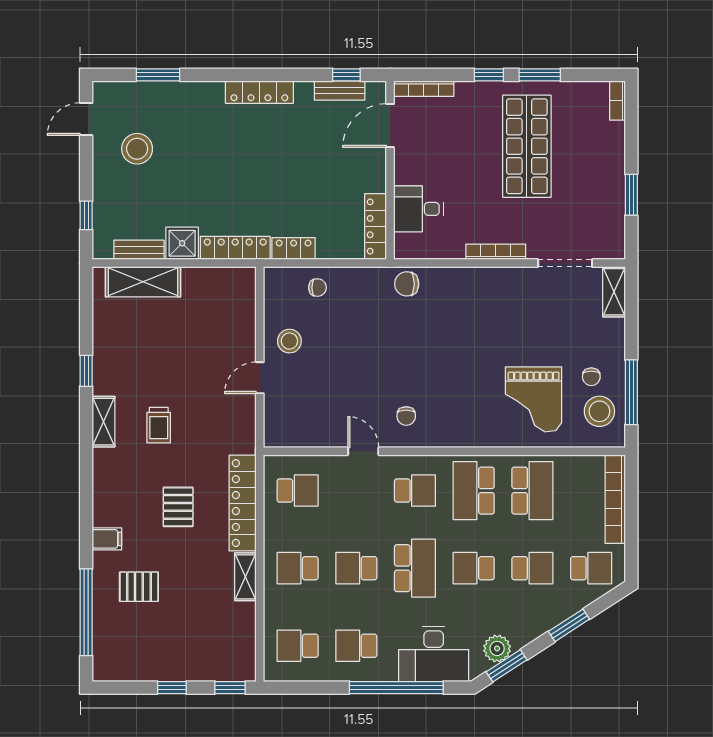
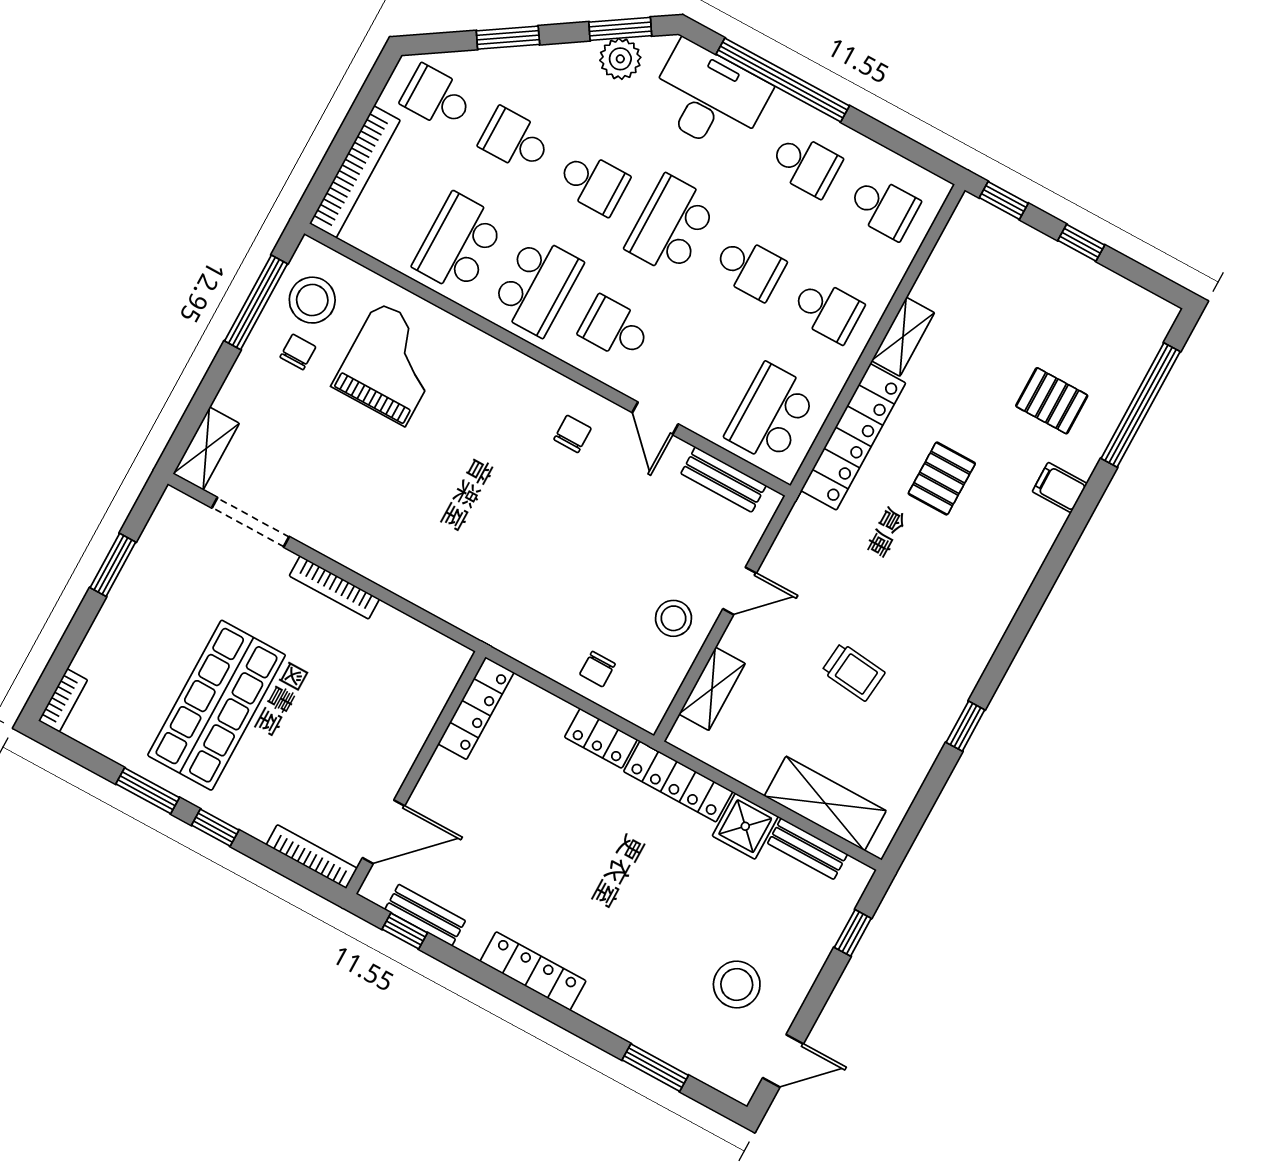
desk: (418, 209) -> (406, 701), removed
chair: (407, 284) -> (476, 609), removed
chair: (317, 288) -> (597, 669), turned -90
shelving: (104, 422) -> (712, 689), moved
trolley: (159, 425) -> (853, 672), moved, turned 96
bench: (304, 437) -> (724, 479), added
school desk: (298, 491) -> (771, 414), width x1.85

